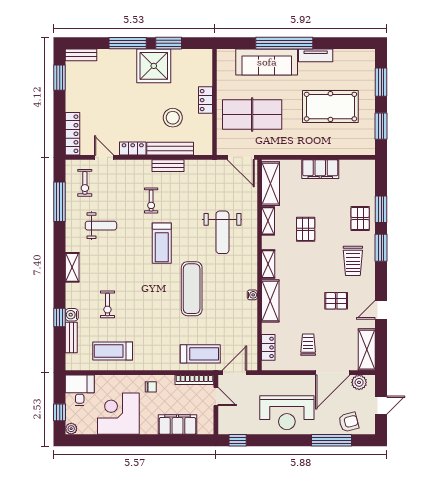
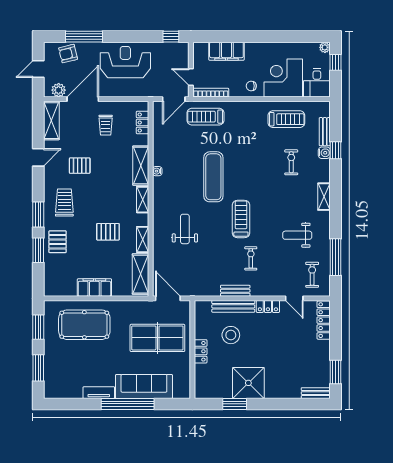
window: (128, 43) -> (273, 404), removed
pool table: (330, 107) -> (84, 325), moved
pallet: (306, 229) -> (108, 232), turned 90
weight bench: (222, 232) -> (185, 229), width x0.73, depth x0.75
corner desk: (118, 414) -> (283, 78), moved, turned 180

